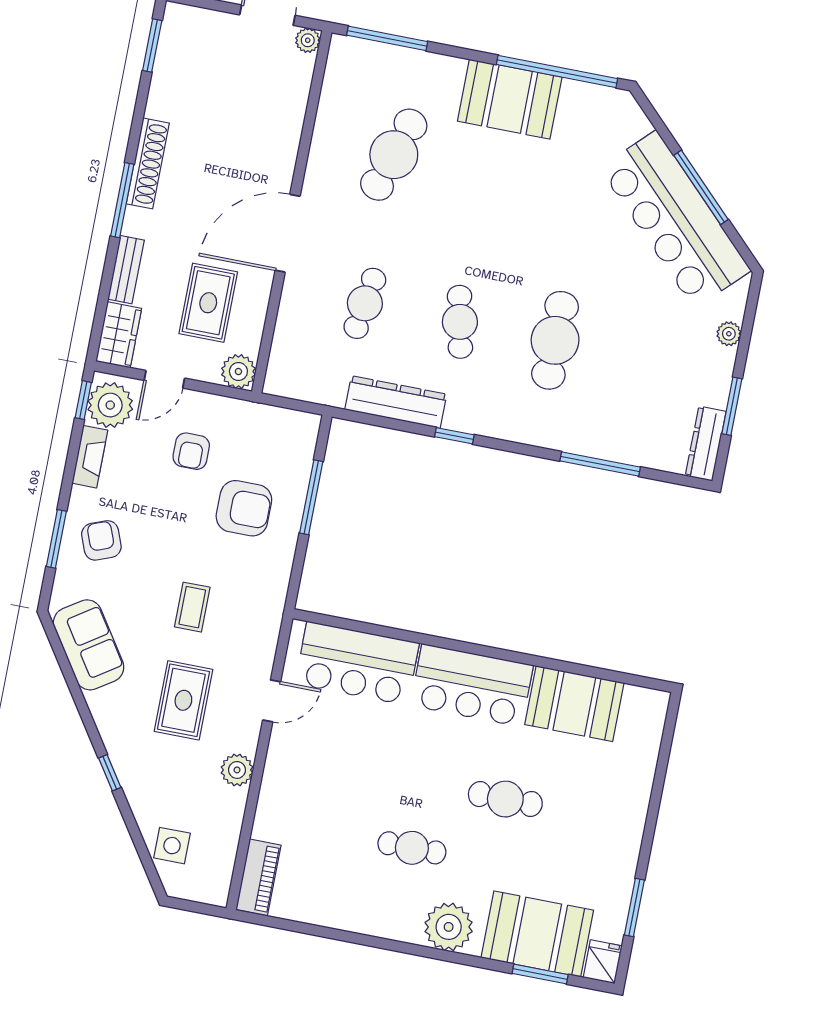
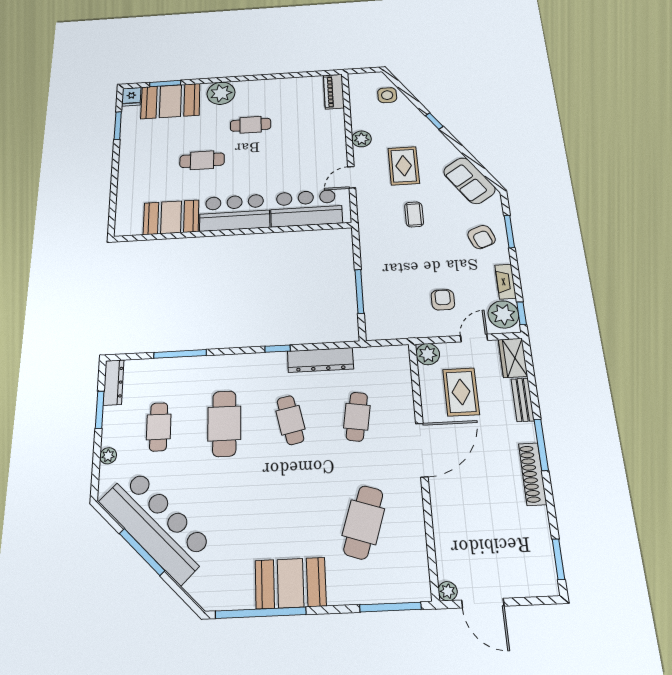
cafe table: (650, 359) -> (159, 427), added
armchair: (244, 508) -> (399, 275), removed

